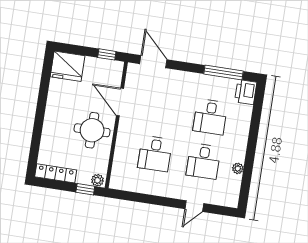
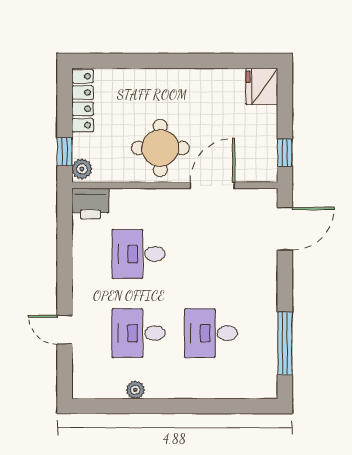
fridge: (68, 66) -> (262, 86), width x0.73, depth x0.75
printer: (246, 92) -> (90, 204), moved, turned 180

